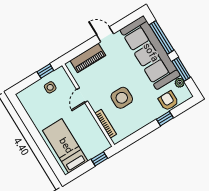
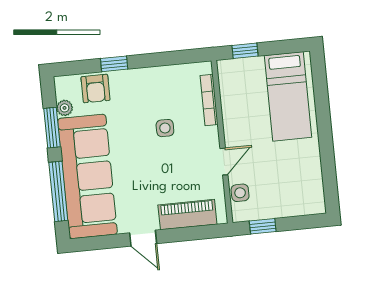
side table: (50, 87) -> (240, 193), moved
side table: (122, 98) -> (165, 128), width x0.54, depth x0.54

